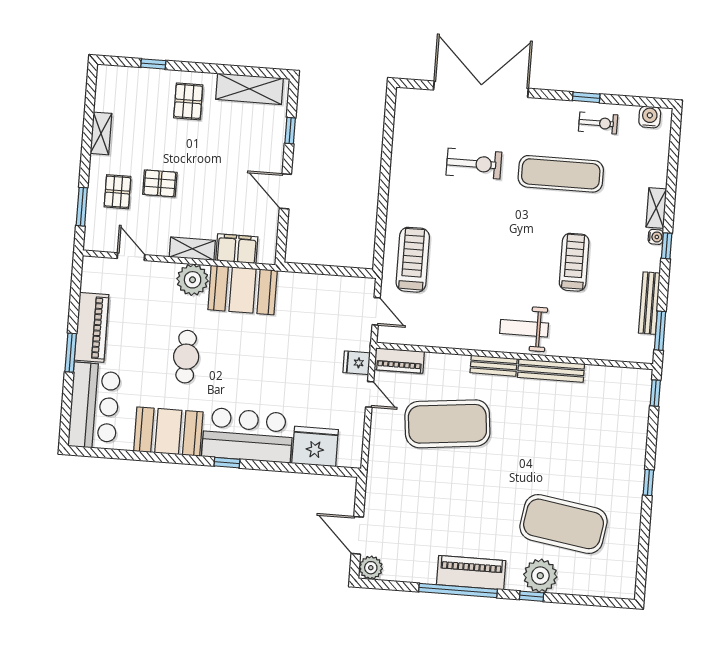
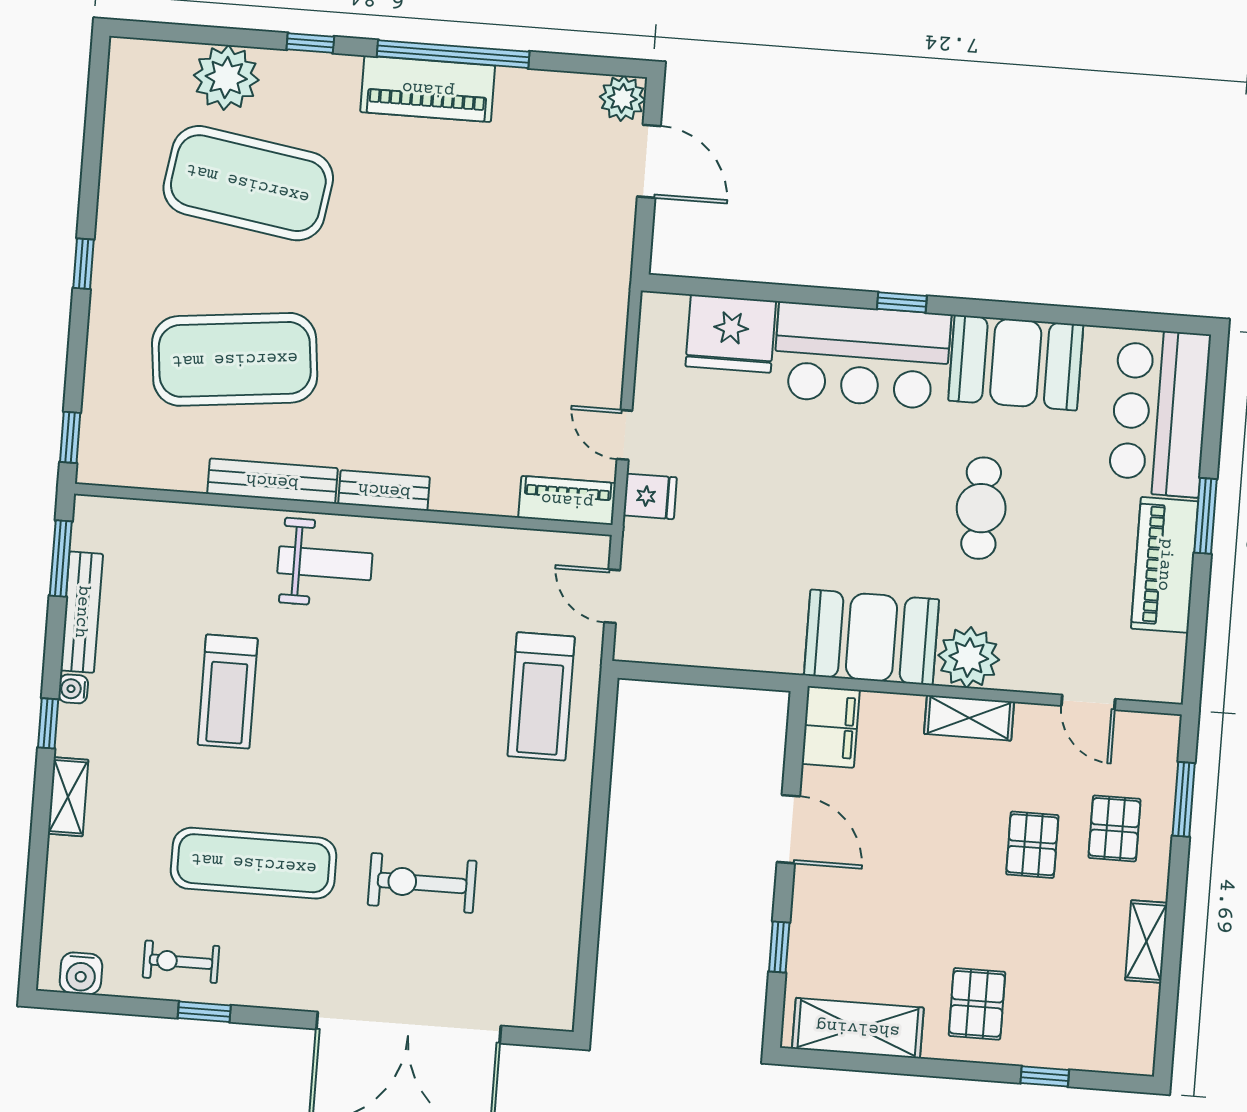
pallet: (160, 183) -> (1032, 845), turned 90
water cooler: (656, 237) -> (73, 689), moved
filing cabinet: (237, 249) -> (831, 727), moved, turned -90
exercise mat: (447, 424) -> (235, 359), moved
plant: (540, 576) -> (226, 78), moved

